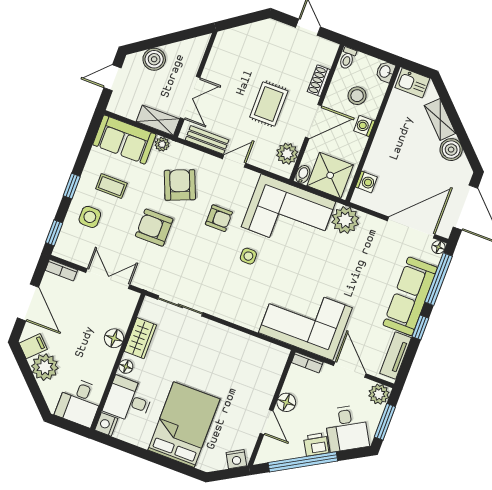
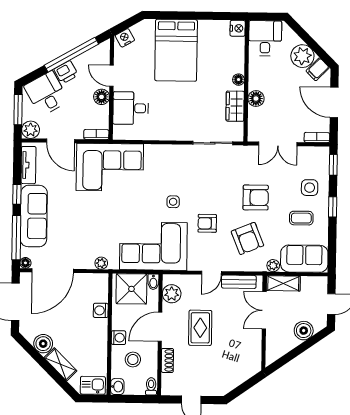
washing machine: (366, 182) -> (101, 310), moved
plant: (345, 220) -> (101, 263), width x0.53, depth x0.53
desk: (128, 400) -> (131, 108), moved, turned 180

